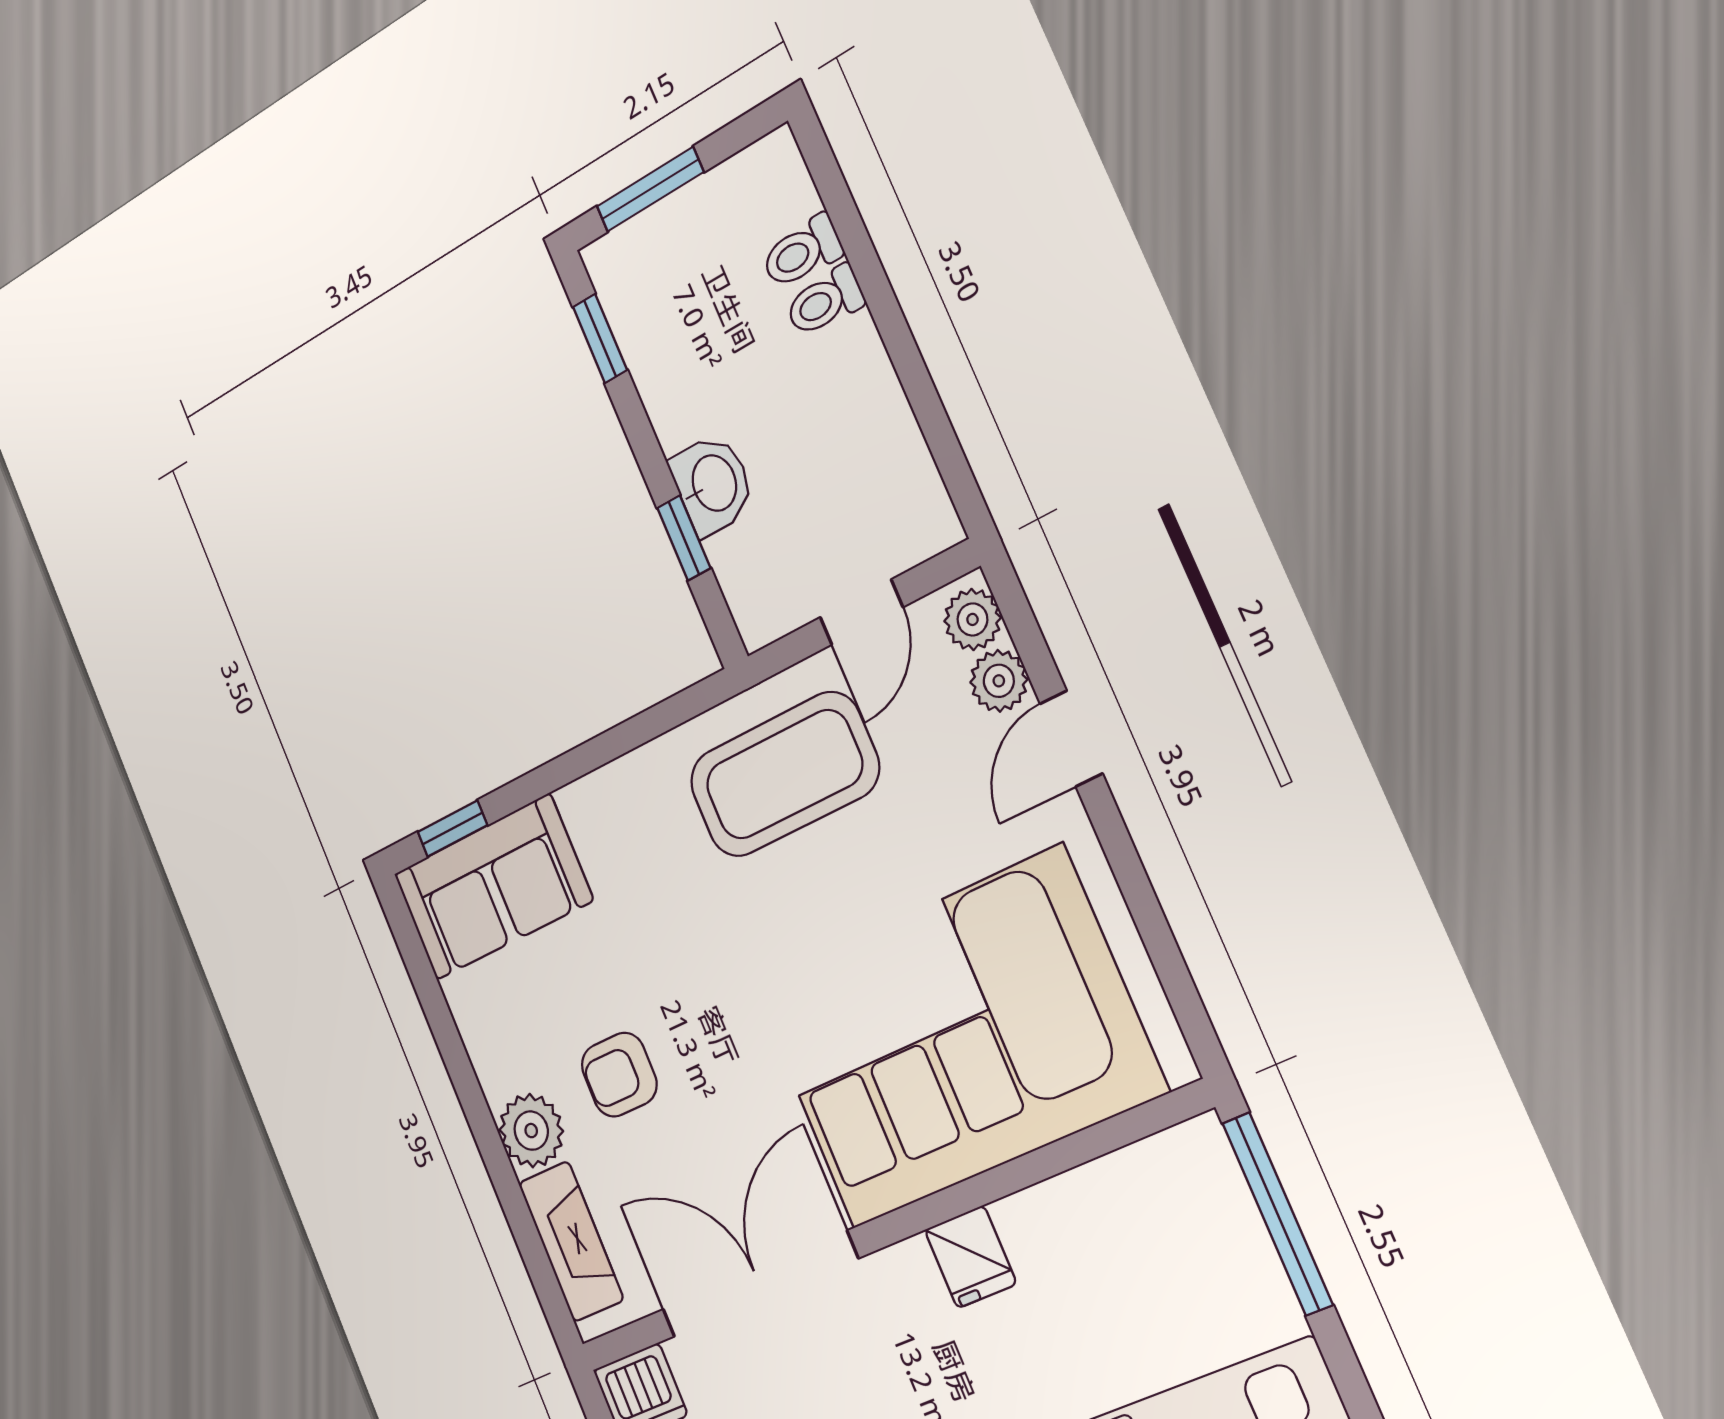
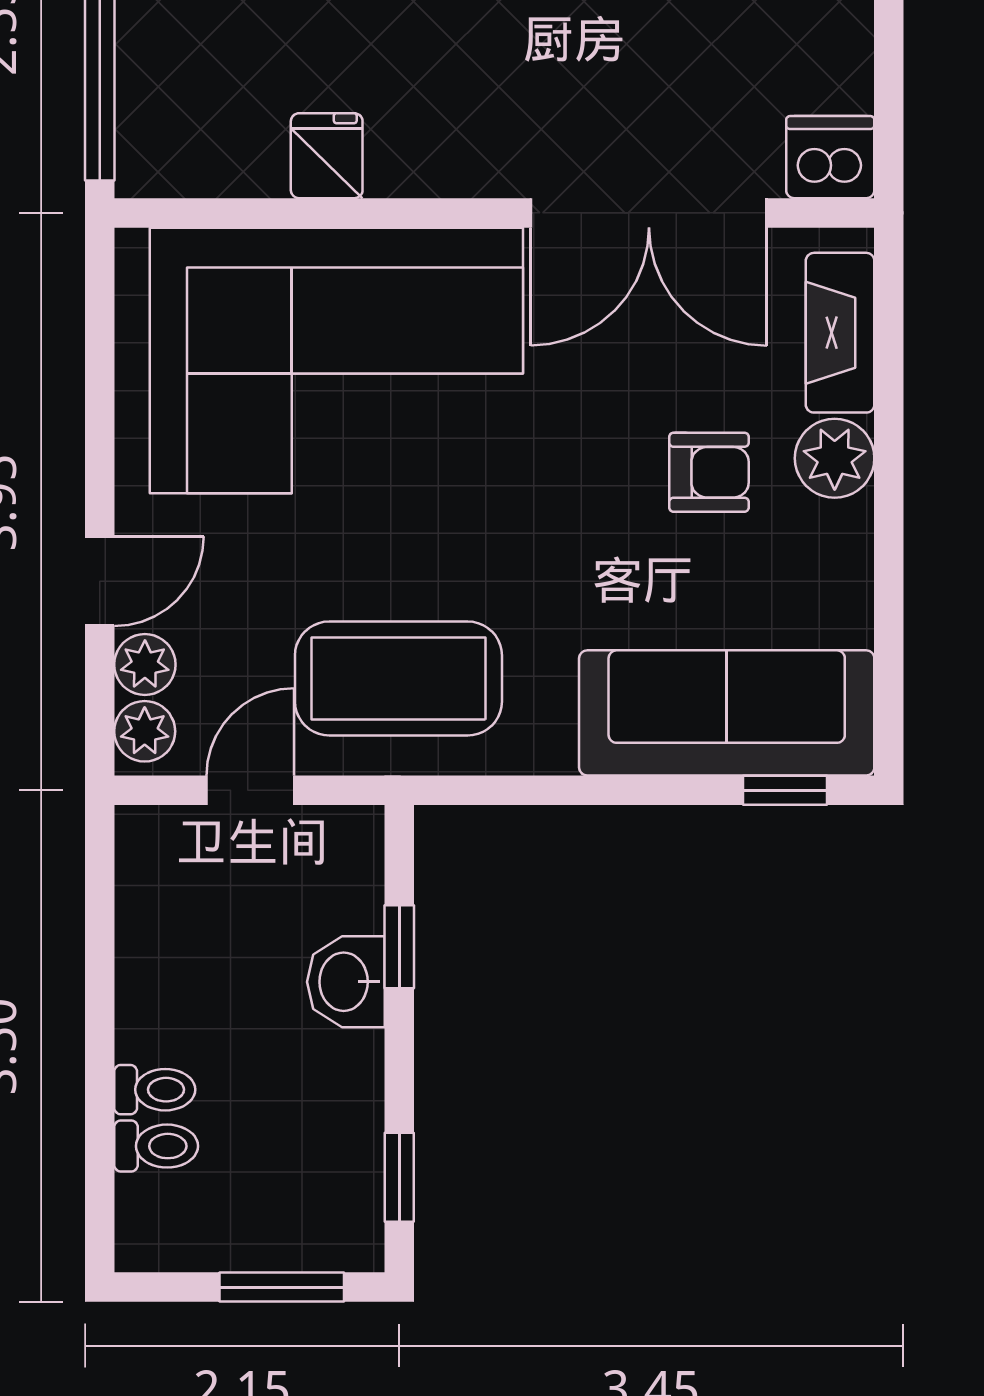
sofa: (493, 887) -> (727, 713), width x1.36
fridge: (971, 1257) -> (327, 156), moved

